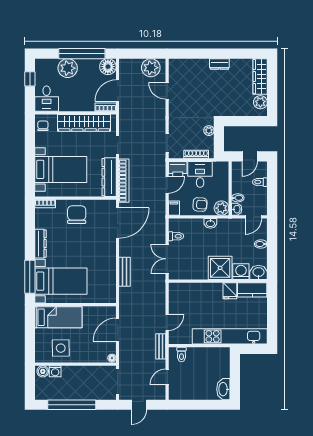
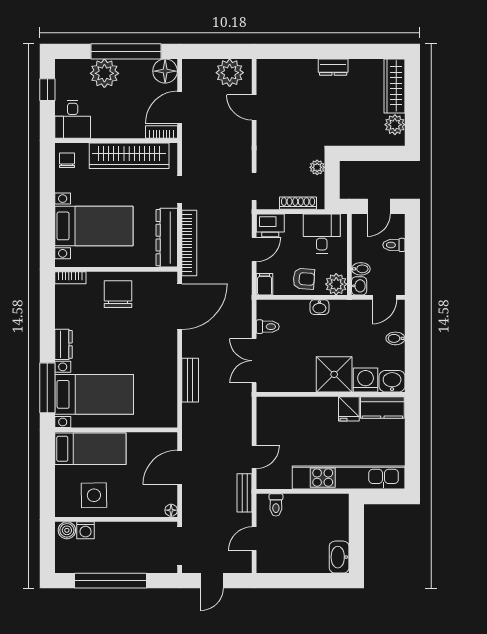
desk: (200, 174) -> (322, 233), moved
dresser: (40, 244) -> (63, 344), width x0.70

